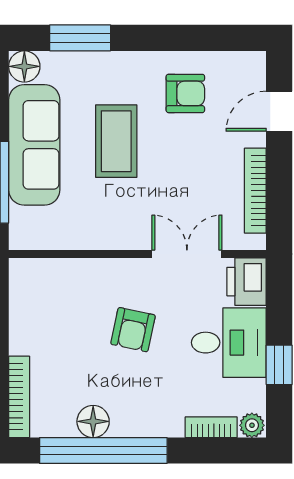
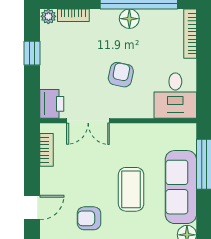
bookcase: (255, 191) -> (46, 150), width x0.64
desk: (229, 343) -> (175, 96), moved, turned -90
floor lamp: (93, 421) -> (129, 19), moved

